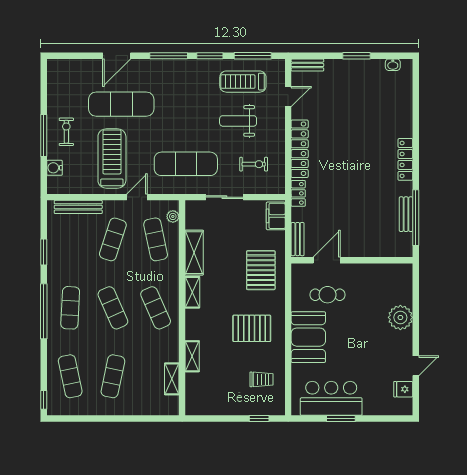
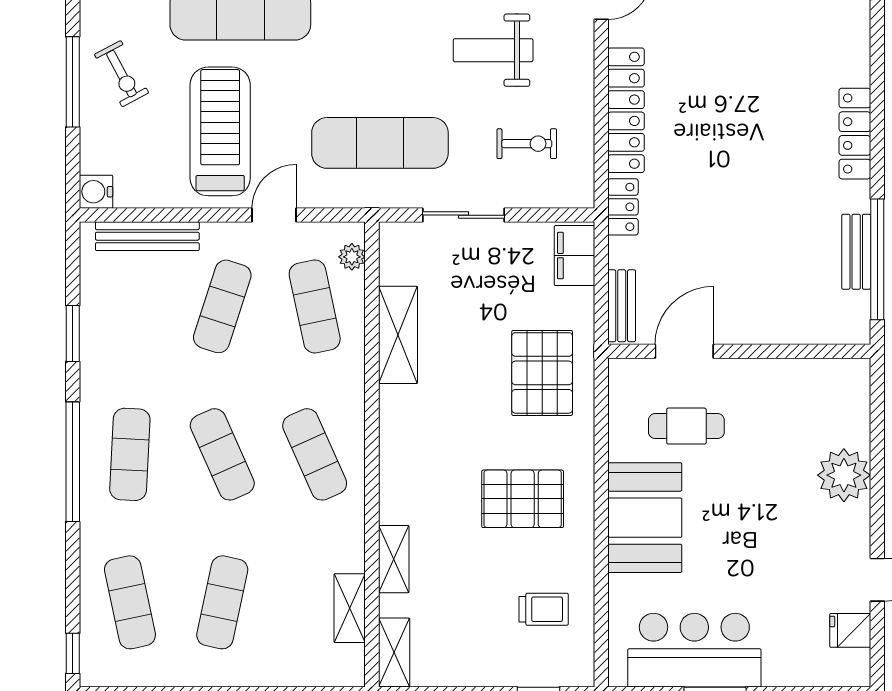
exercise bike: (66, 132) -> (122, 74), turned 152
water cooler: (54, 168) -> (96, 192), moved
shelving: (192, 292) -> (394, 652), moved

